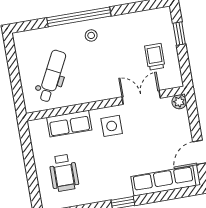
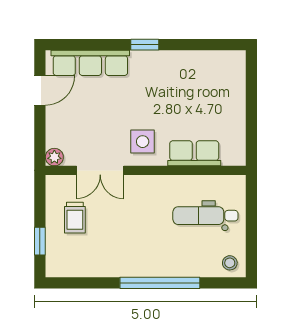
stool: (91, 35) -> (230, 263), moved
dental chair: (52, 76) -> (205, 216), turned 63
wheelchair: (64, 173) -> (211, 94), removed

